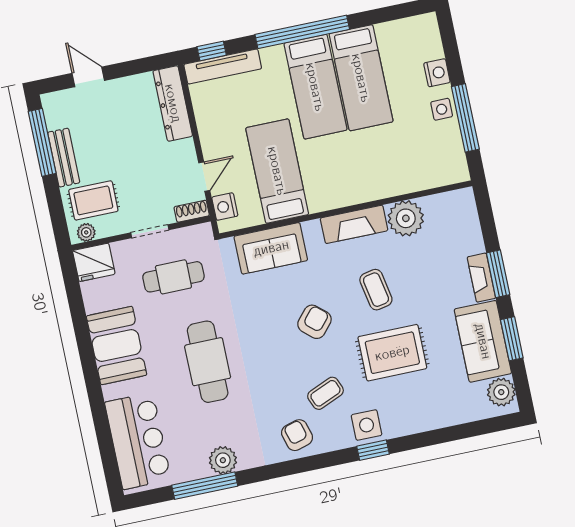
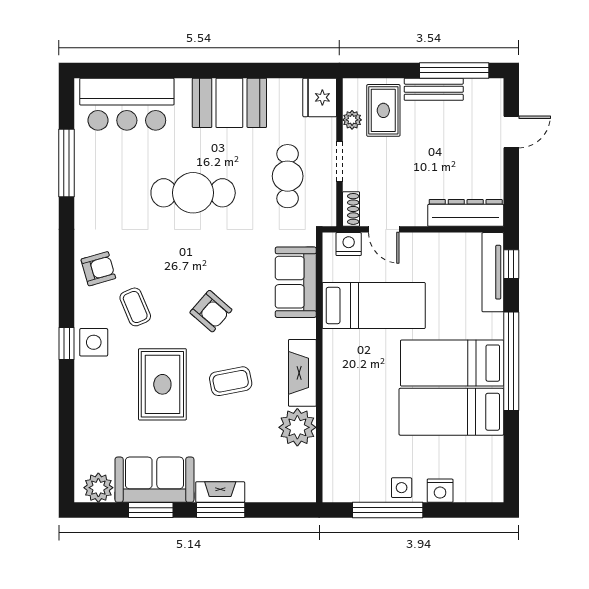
plant: (86, 232) -> (352, 120), moved
plant: (223, 460) -> (89, 187), removed

